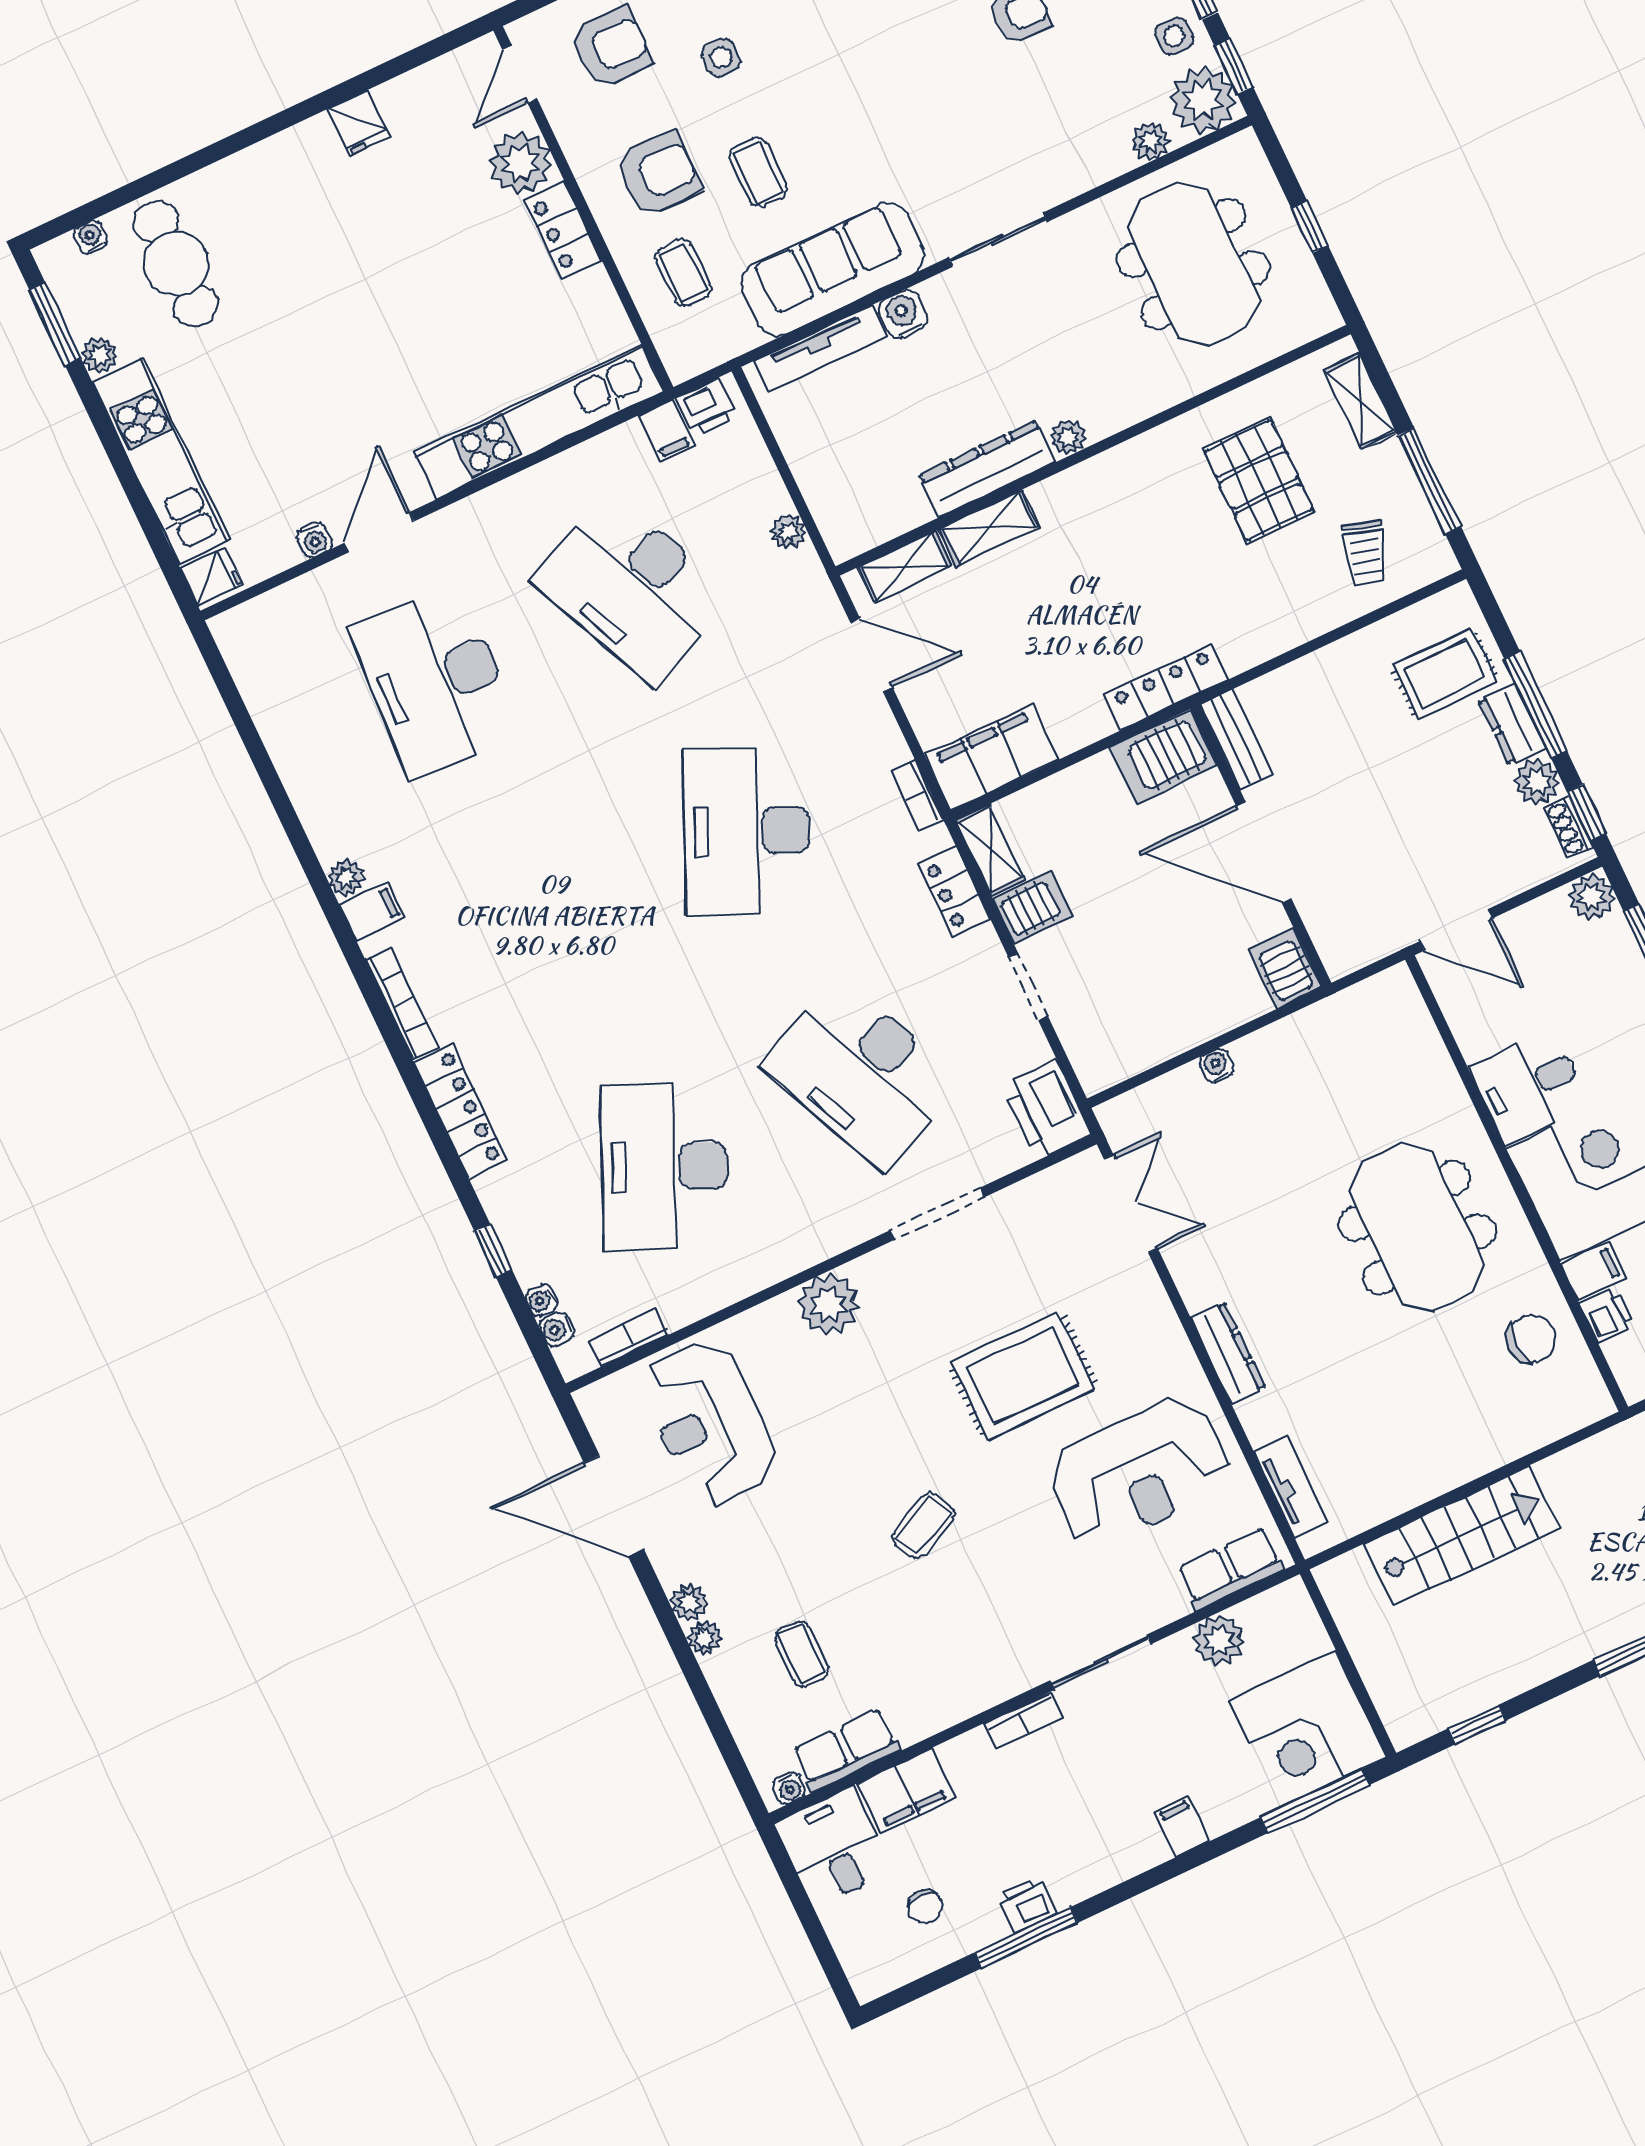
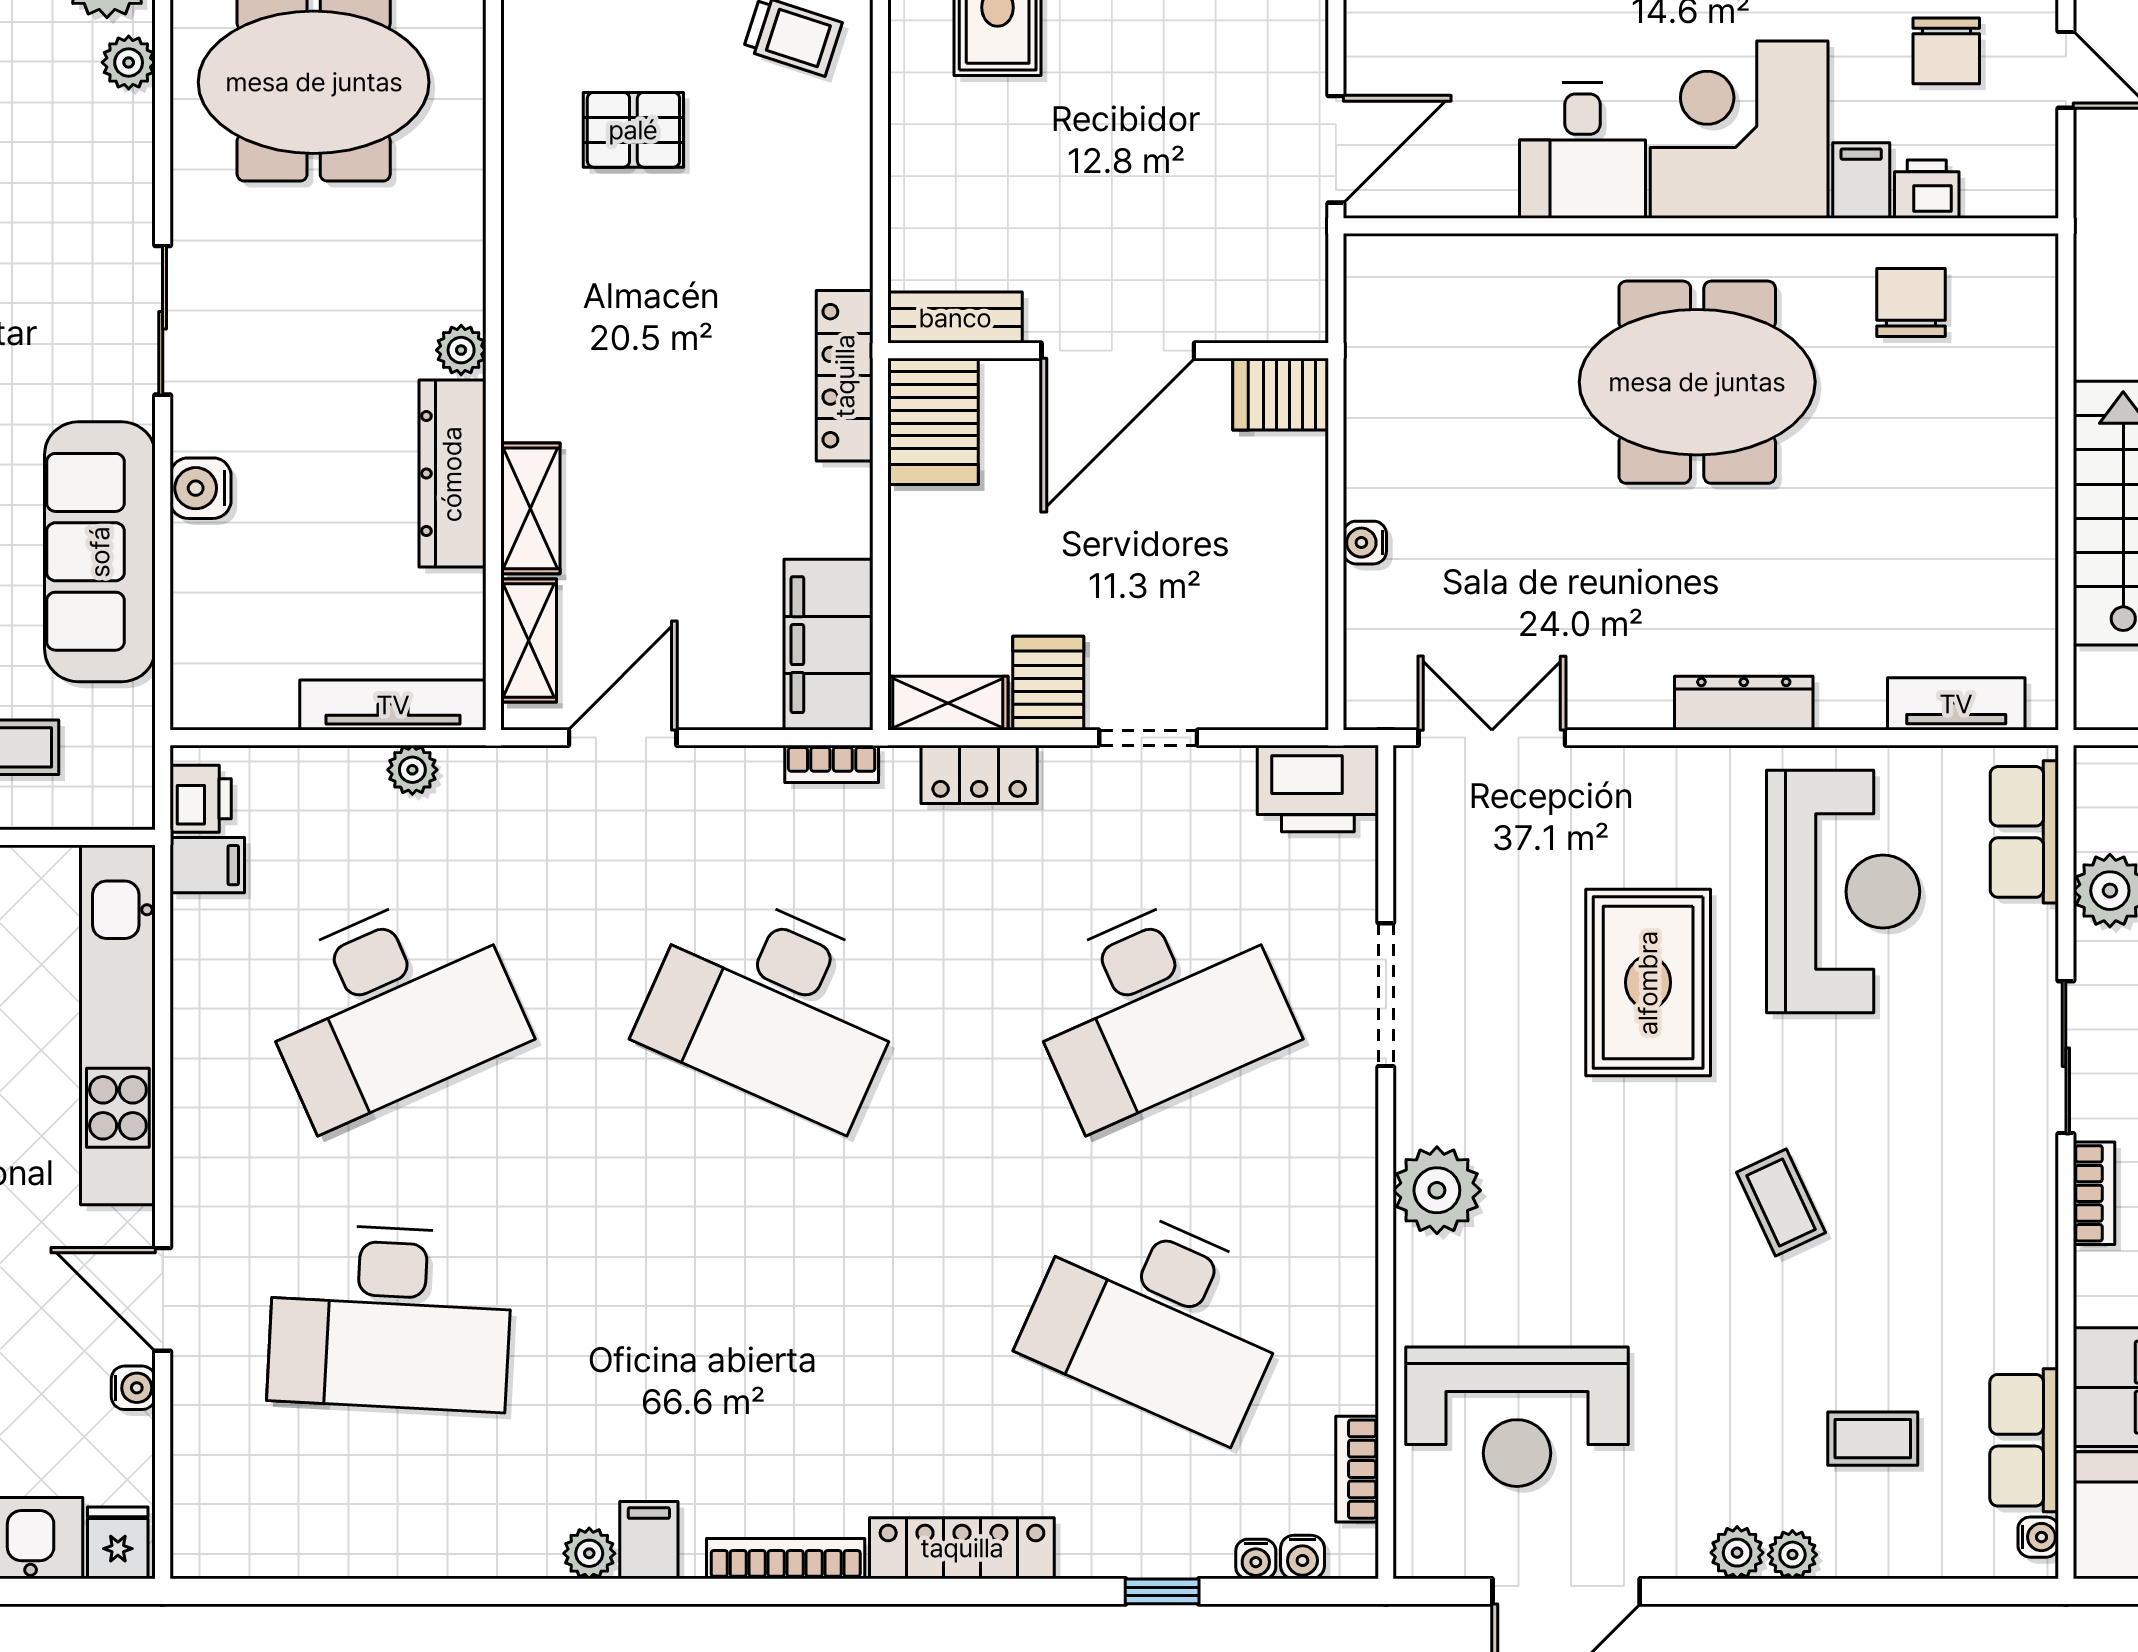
tv unit: (820, 349) -> (393, 705), moved, turned -90
pallet: (1259, 480) -> (633, 130), width x0.67, depth x0.71

